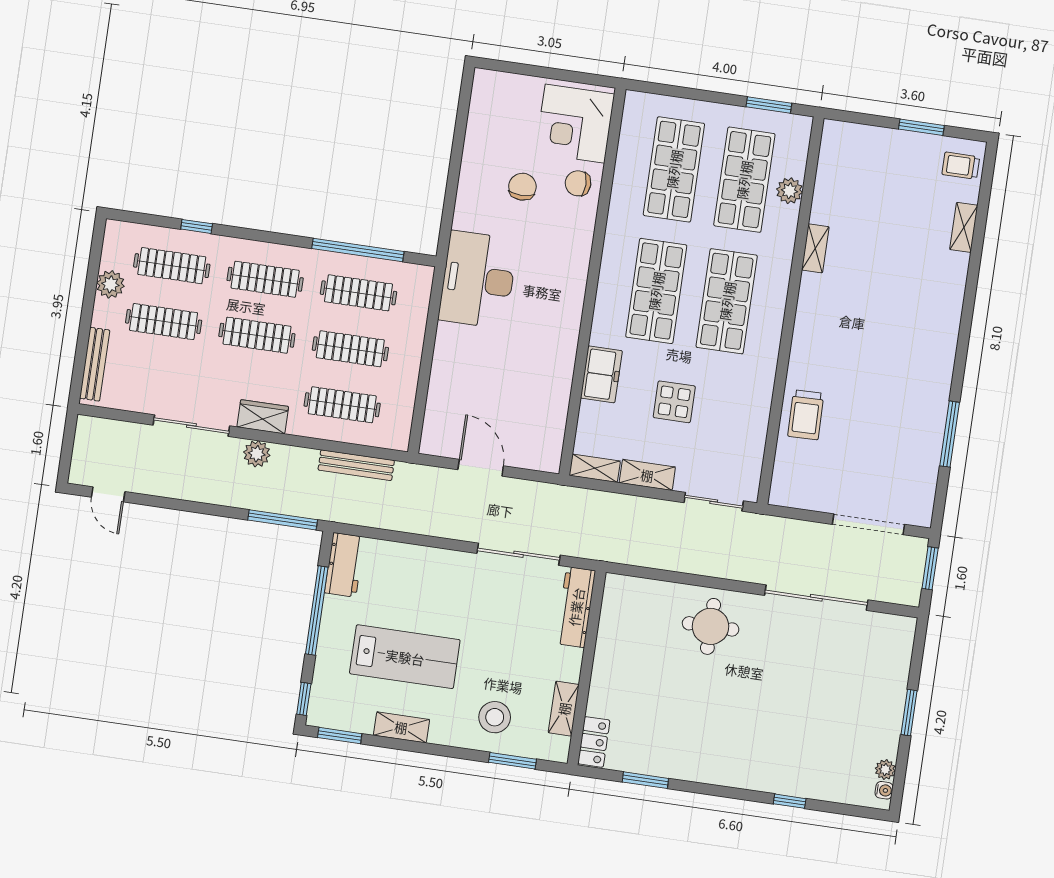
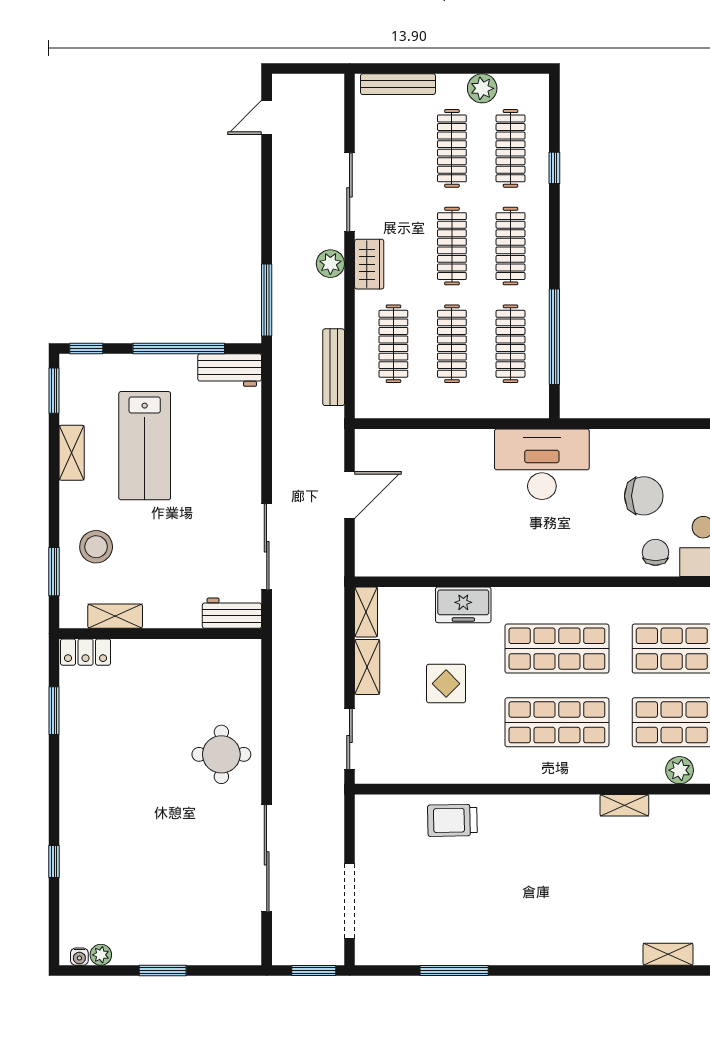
chair: (522, 187) -> (644, 496), width x1.37, depth x1.37
workbench: (576, 607) -> (232, 613), width x0.73

